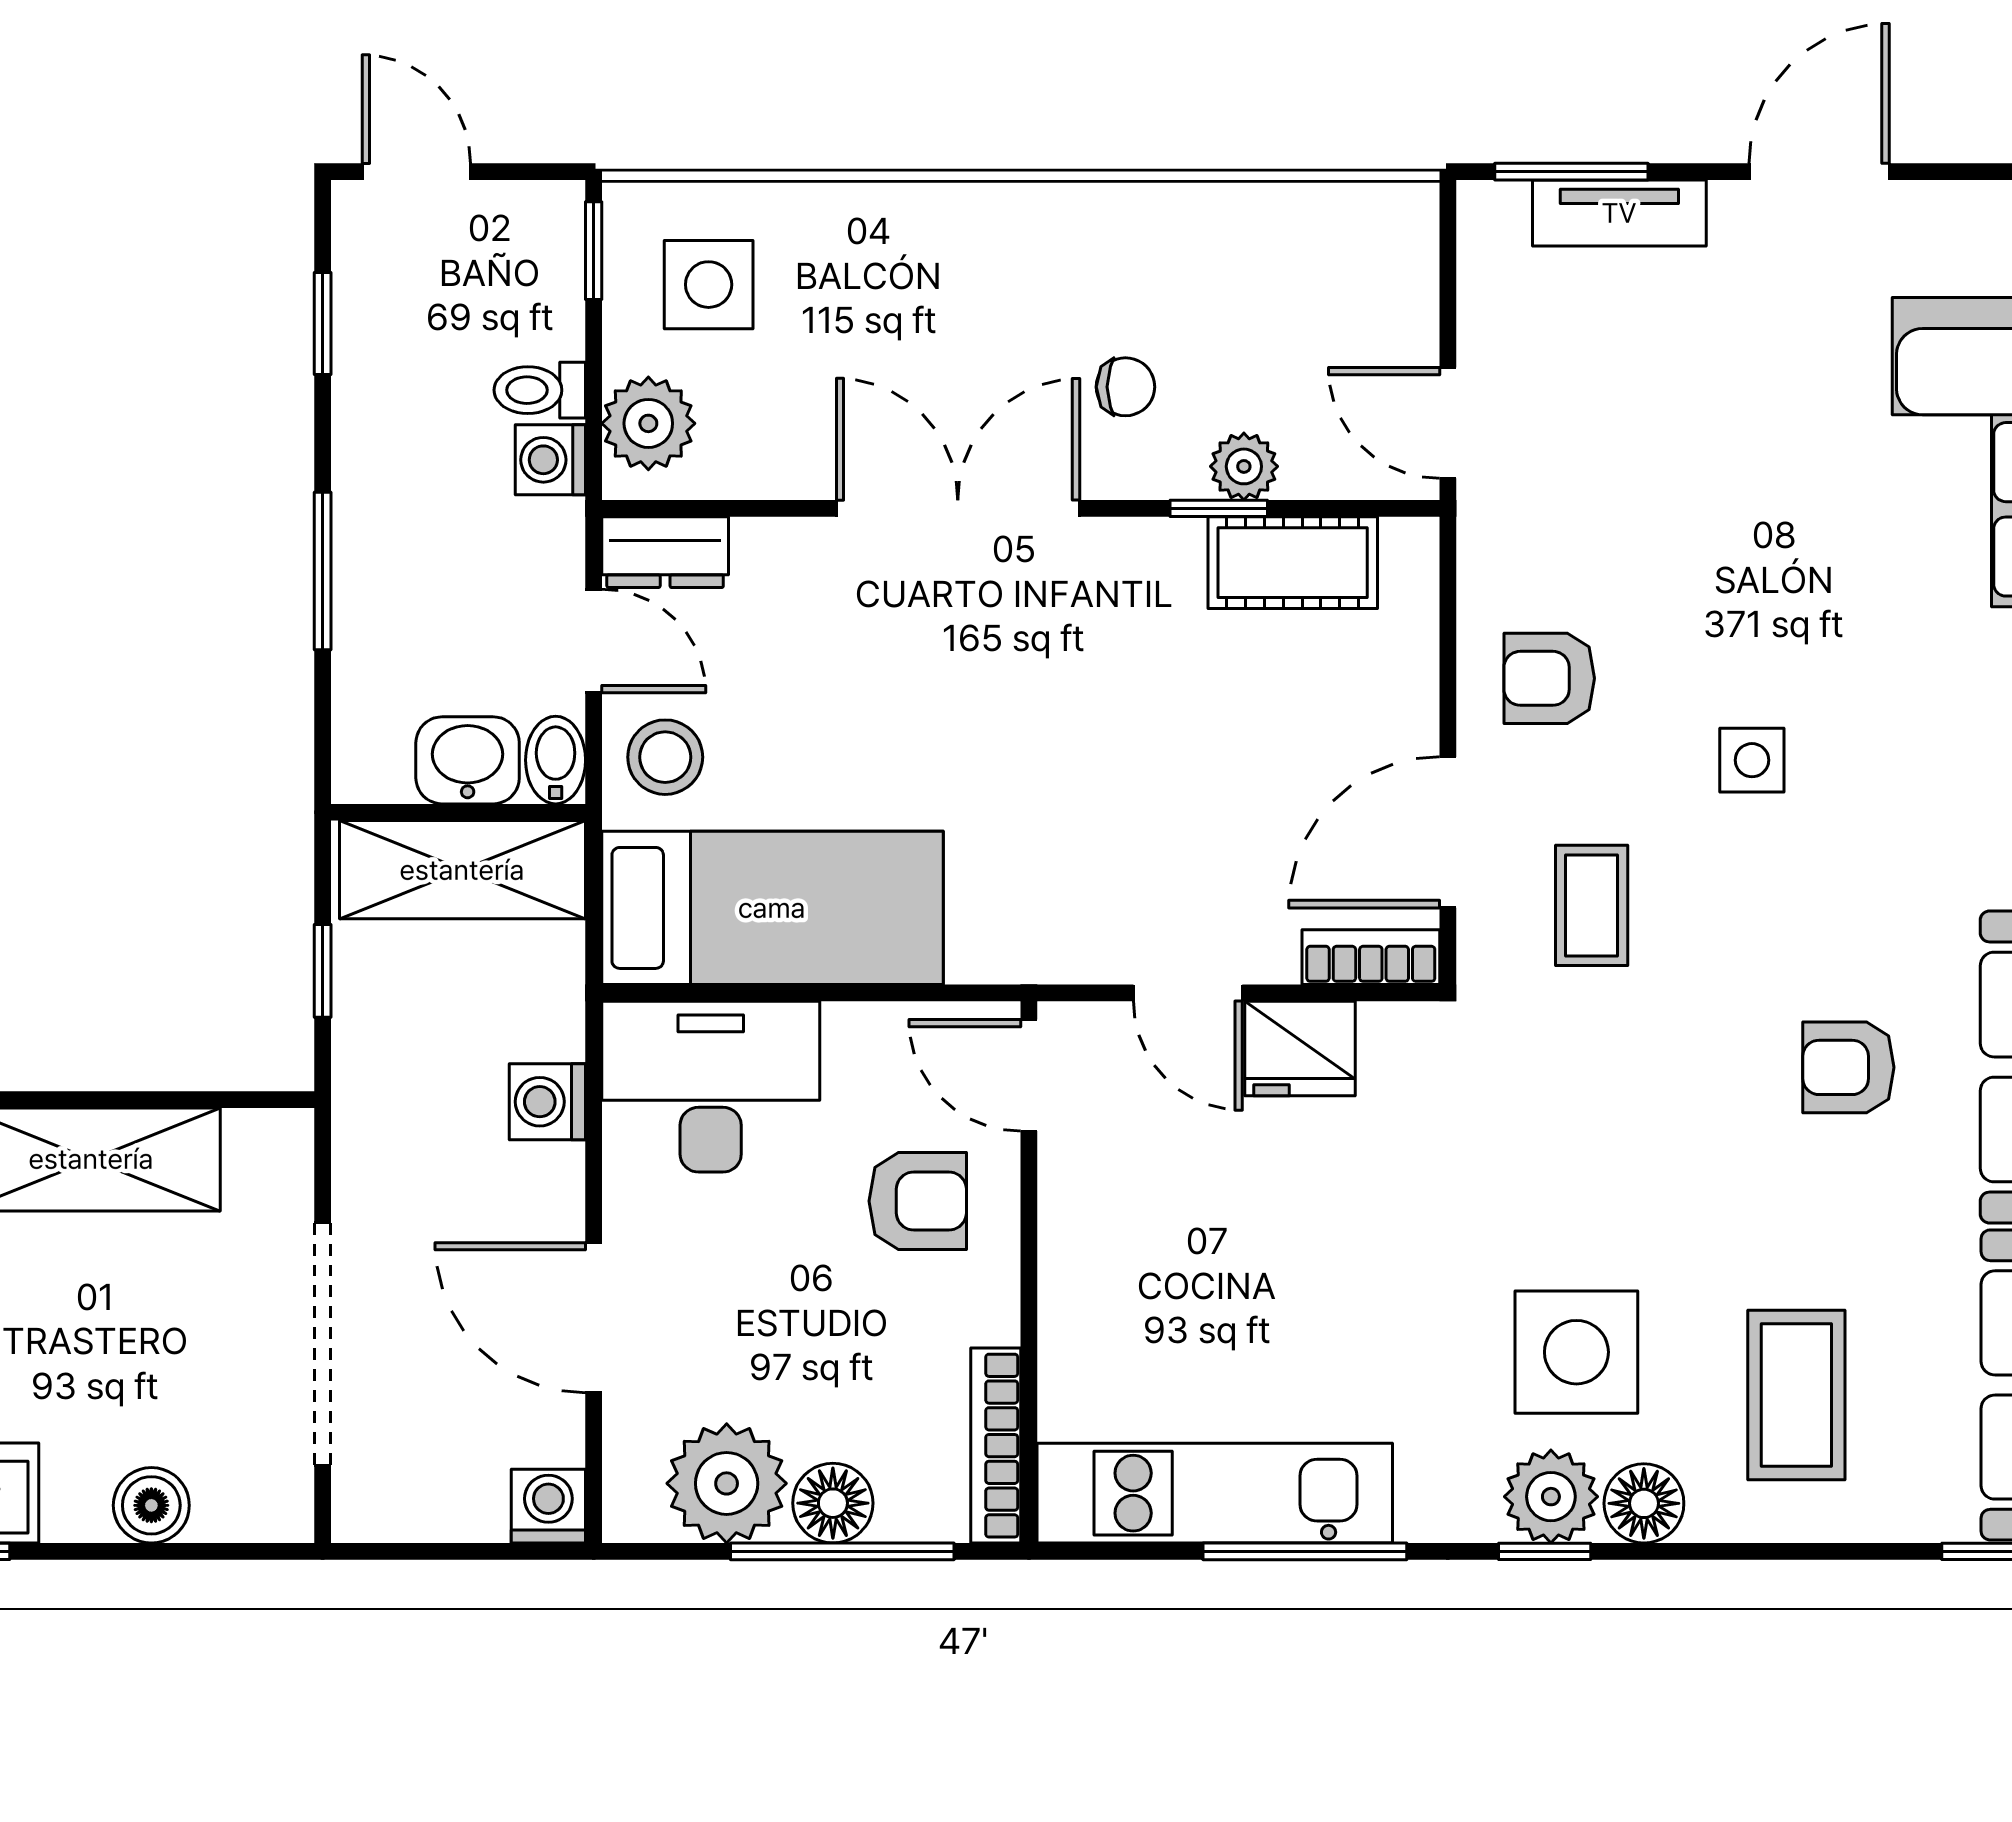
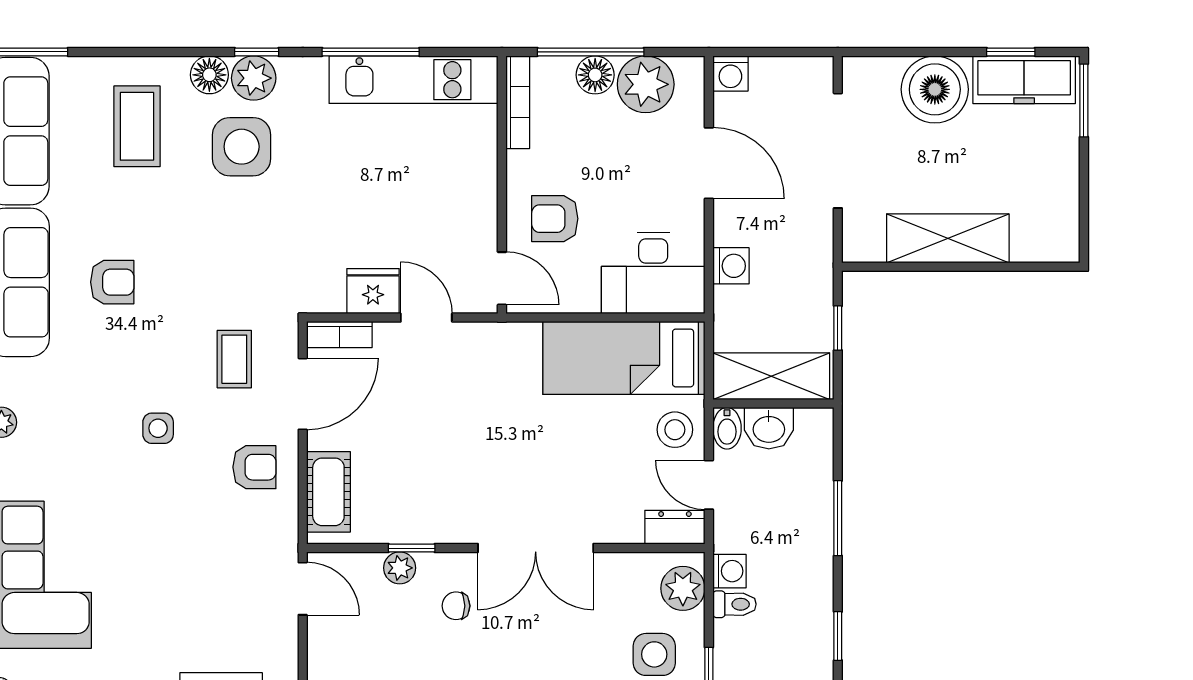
cot: (1293, 563) -> (328, 492), moved, turned 90
boiler: (151, 1505) -> (935, 89), width x1.86, depth x1.86

